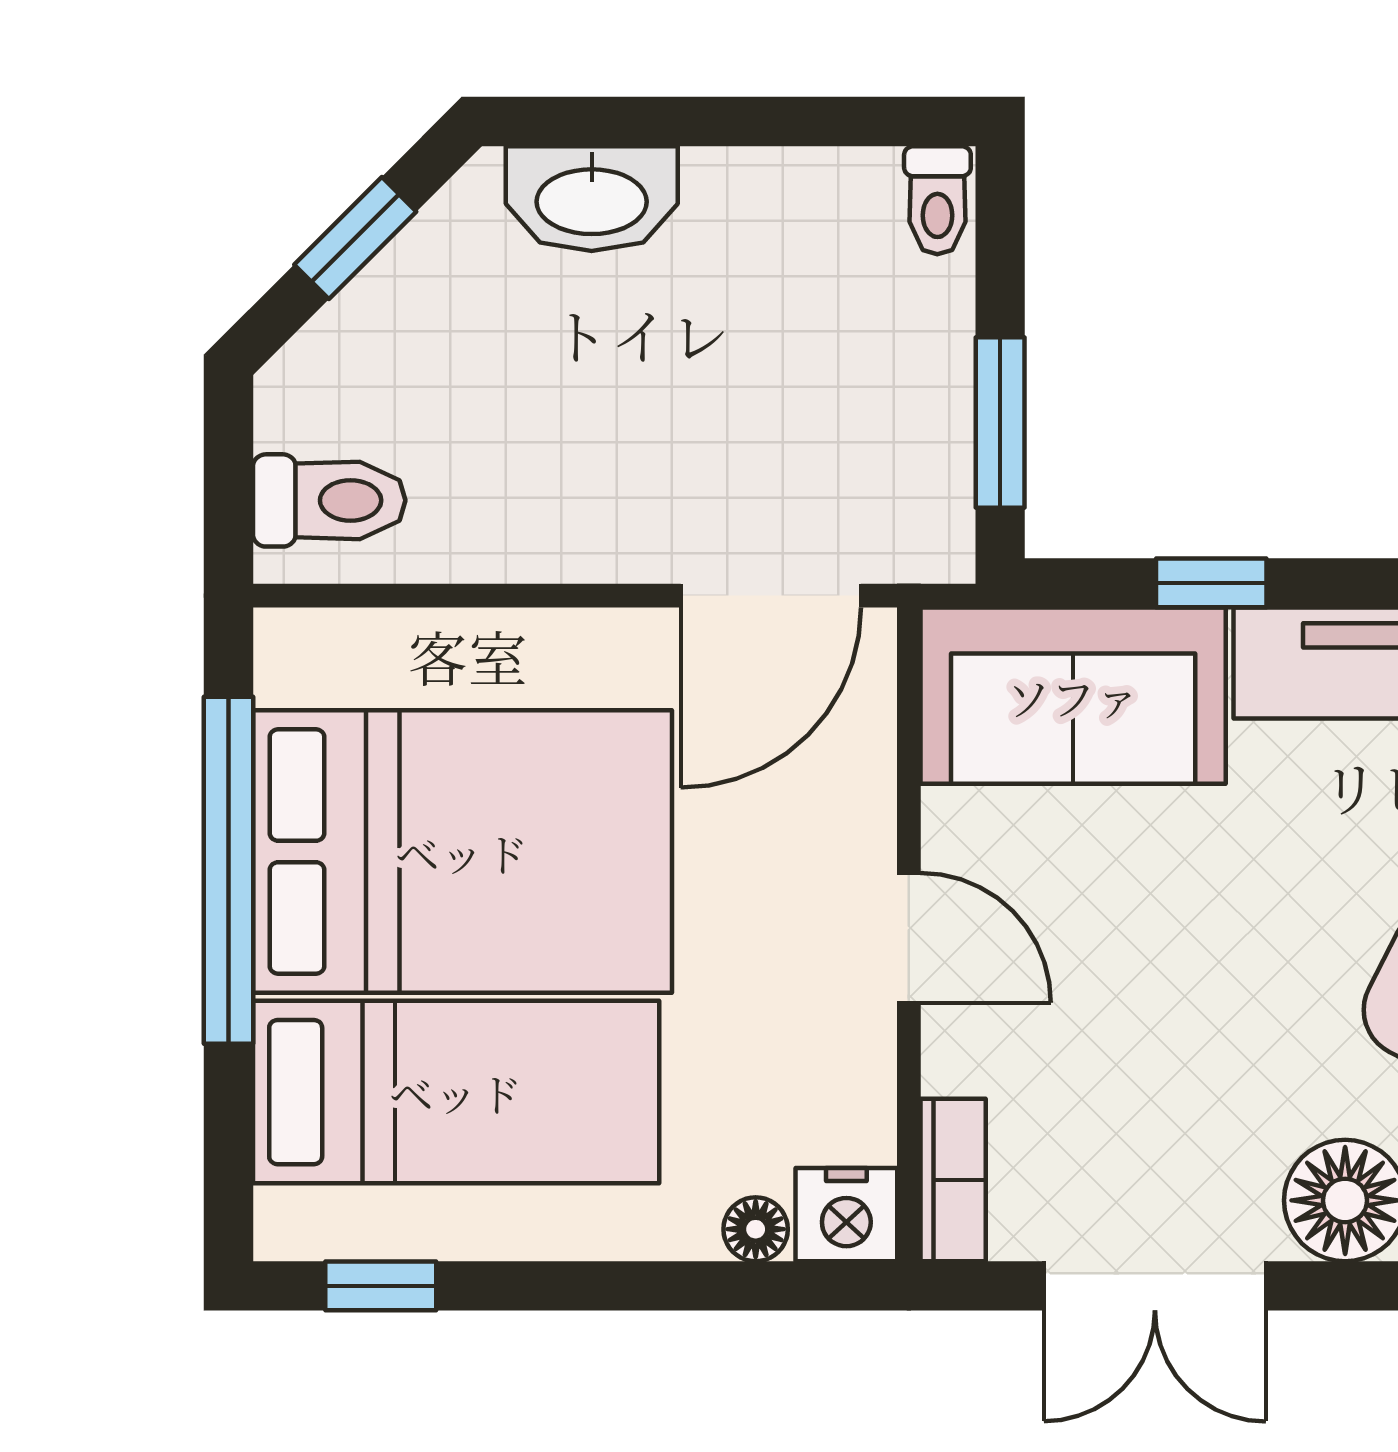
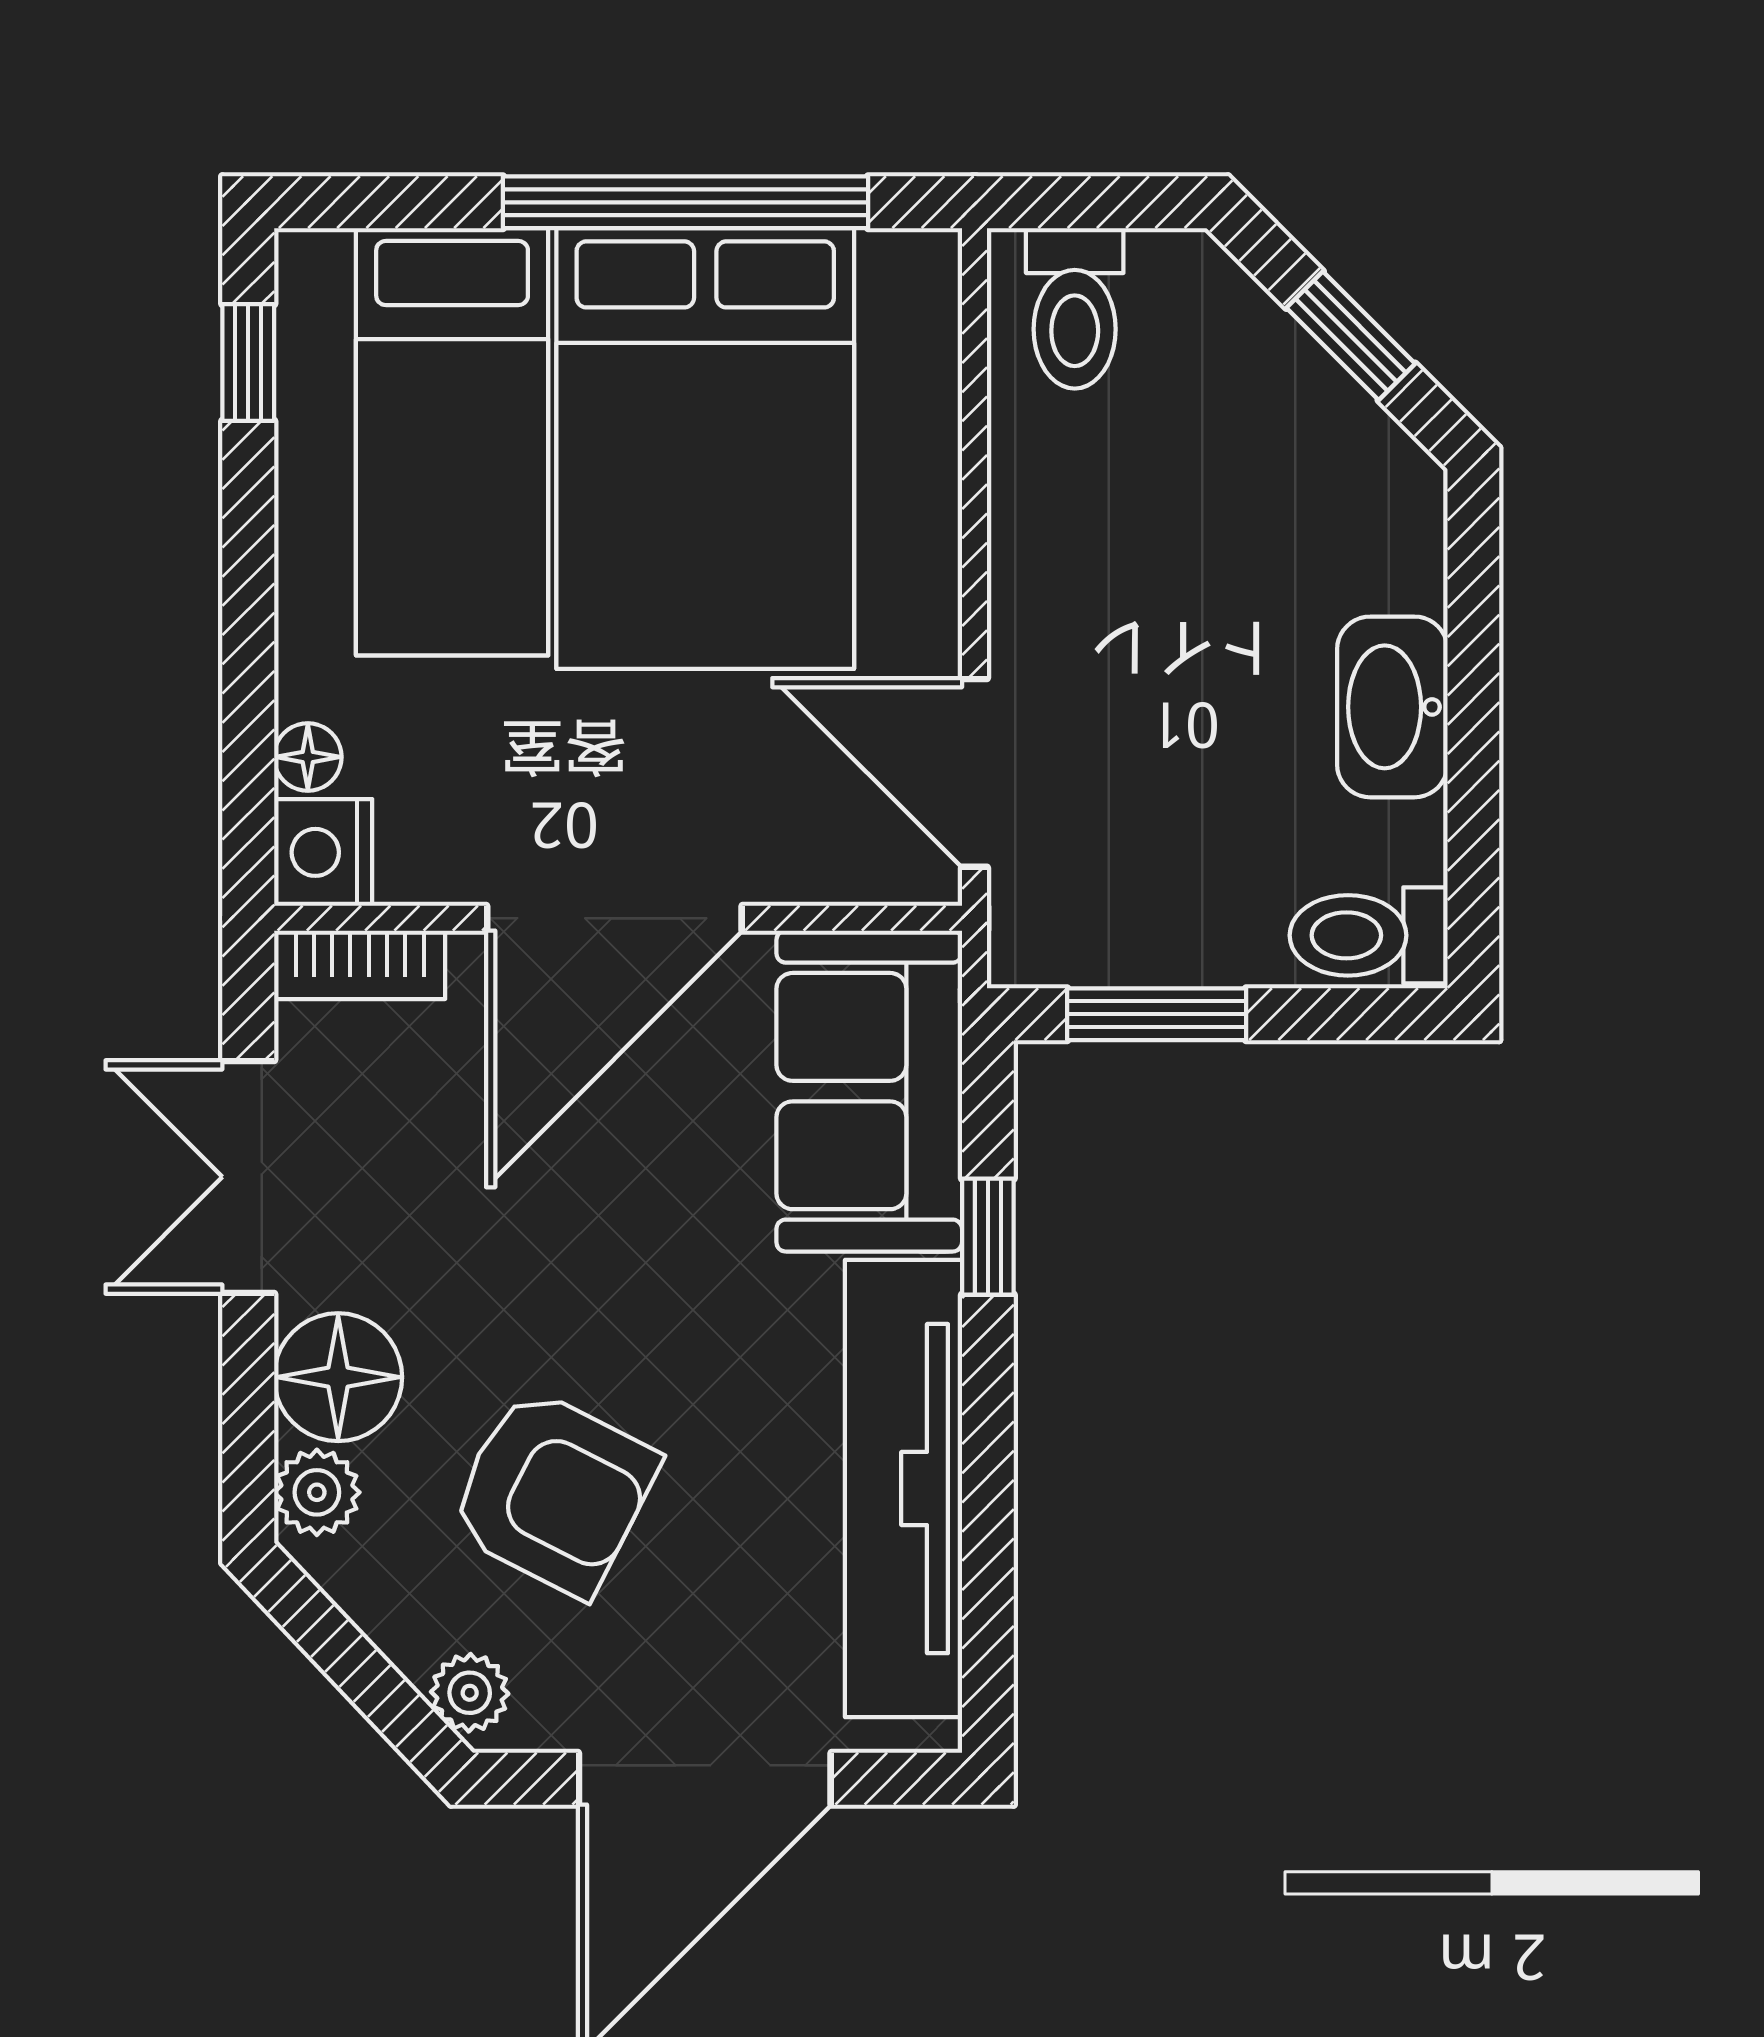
washbasin: (592, 199) -> (1392, 707), moved
toilet: (937, 200) -> (1369, 935), width x1.37, depth x1.39
door: (909, 938) -> (614, 918), width x1.87

